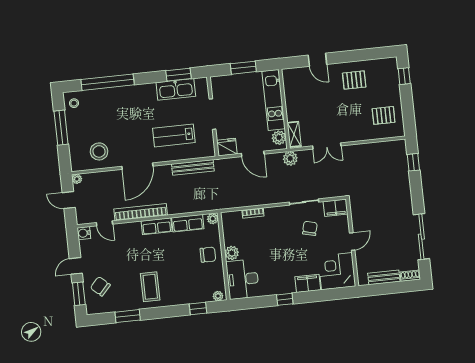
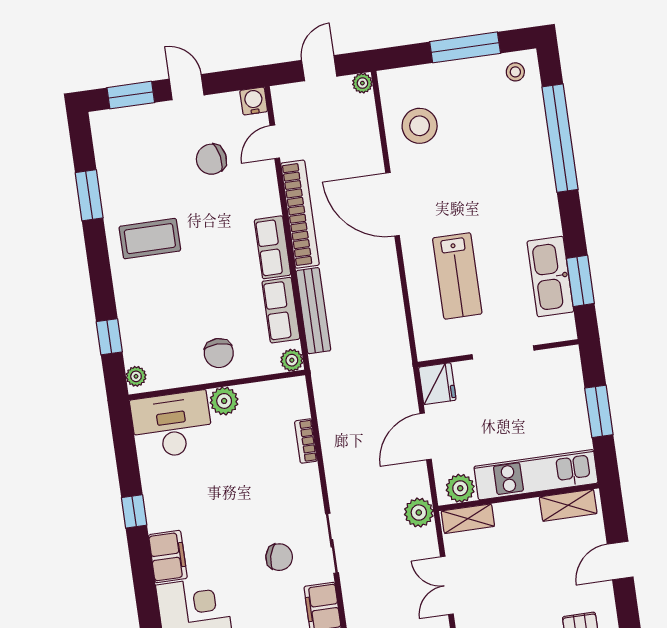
shelving: (289, 85) -> (568, 505), added
lab bench: (174, 135) -> (457, 276), turned 180
bench: (193, 167) -> (313, 311), moved
chair: (100, 286) -> (211, 159), moved, turned -142

